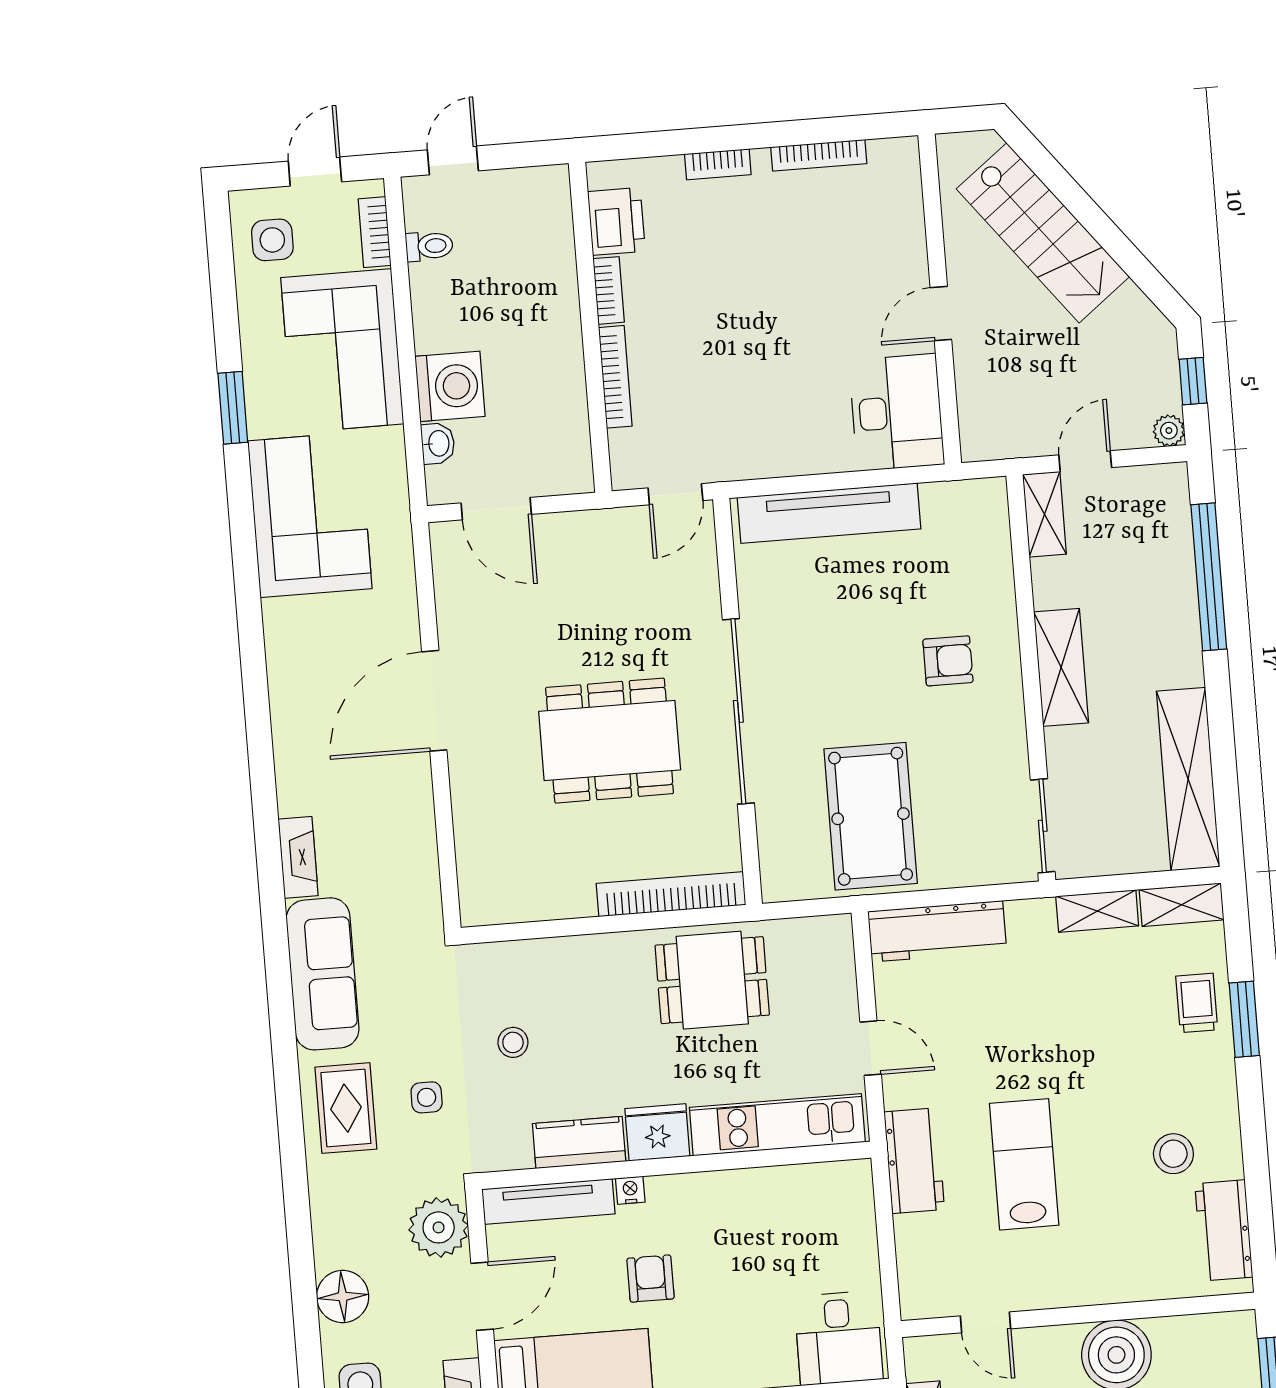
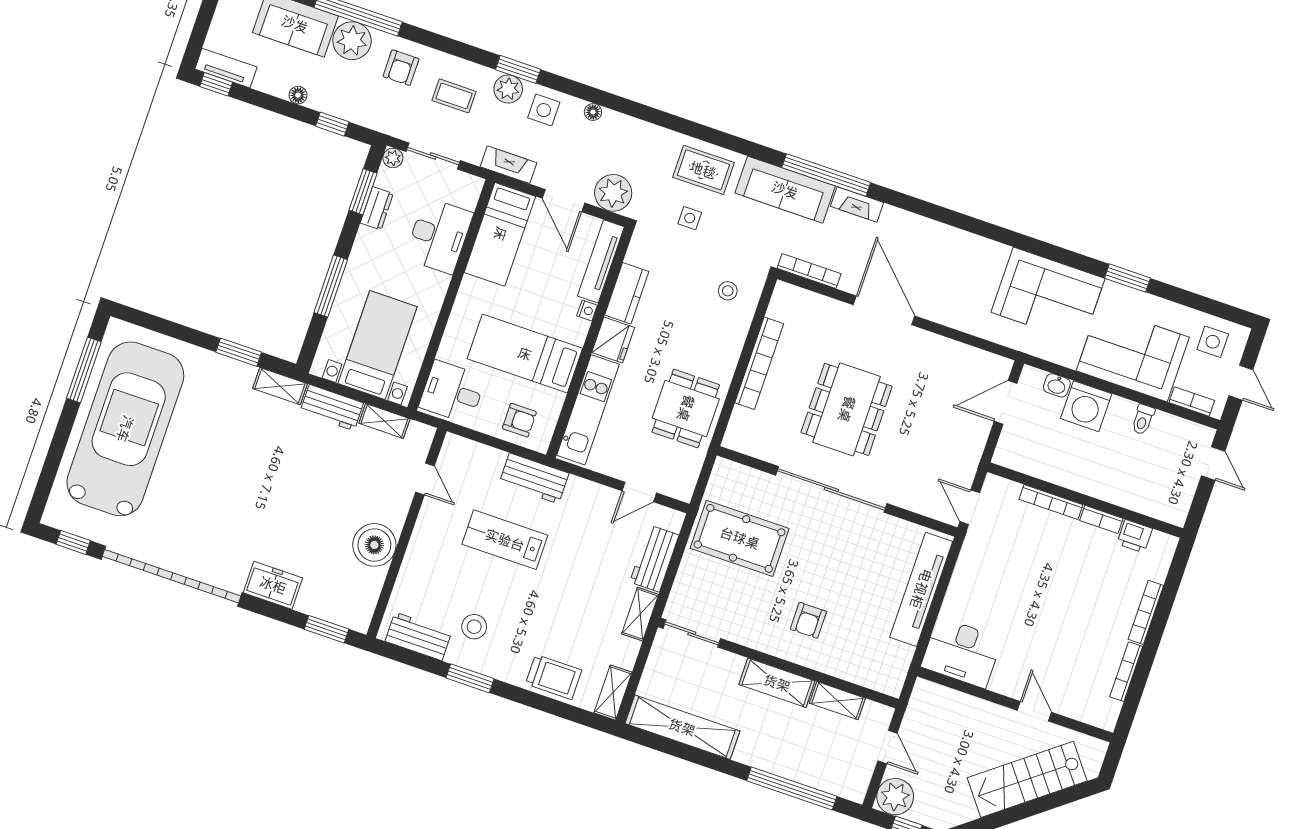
bookcase: (718, 164) -> (1146, 612), width x1.56
printer: (616, 221) -> (1135, 536), width x0.73, depth x0.81
toilet: (429, 246) -> (1143, 419), moved
door: (941, 314) -> (1034, 711), moved
plant: (1169, 431) -> (895, 797), width x1.87, depth x1.87
shelving: (1044, 514) -> (837, 701), moved
door: (434, 701) -> (884, 310), moved
bookcase: (428, 886) -> (809, 271), added
bookcase: (671, 894) -> (759, 363), moved
shelving: (1097, 911) -> (640, 614), moved
window: (274, 922) -> (826, 175), added
workbench: (937, 931) -> (654, 559), width x0.73
trolley: (1197, 1003) -> (554, 677), width x1.36, depth x1.39
window: (1244, 1019) -> (470, 678), moved
stool: (513, 1042) -> (728, 291), moved
door: (871, 1048) -> (639, 492), moved
lab bench: (1024, 1164) -> (505, 540), turned 180
bed: (735, 1255) -> (525, 354), added
armchair: (651, 1279) -> (519, 420), moved
floor lamp: (343, 1296) -> (593, 112), width x0.53, depth x0.53
door: (986, 1322) -> (425, 479), swing flipped

